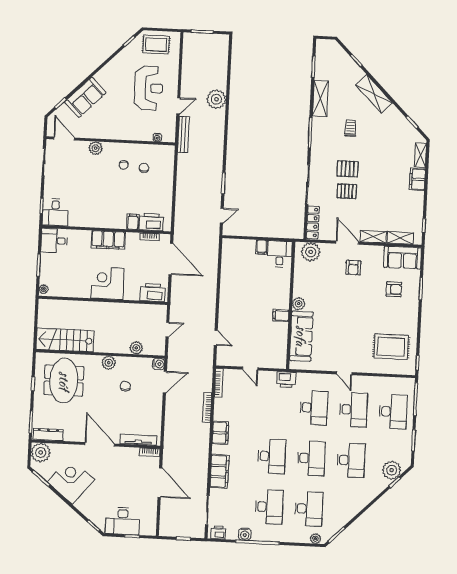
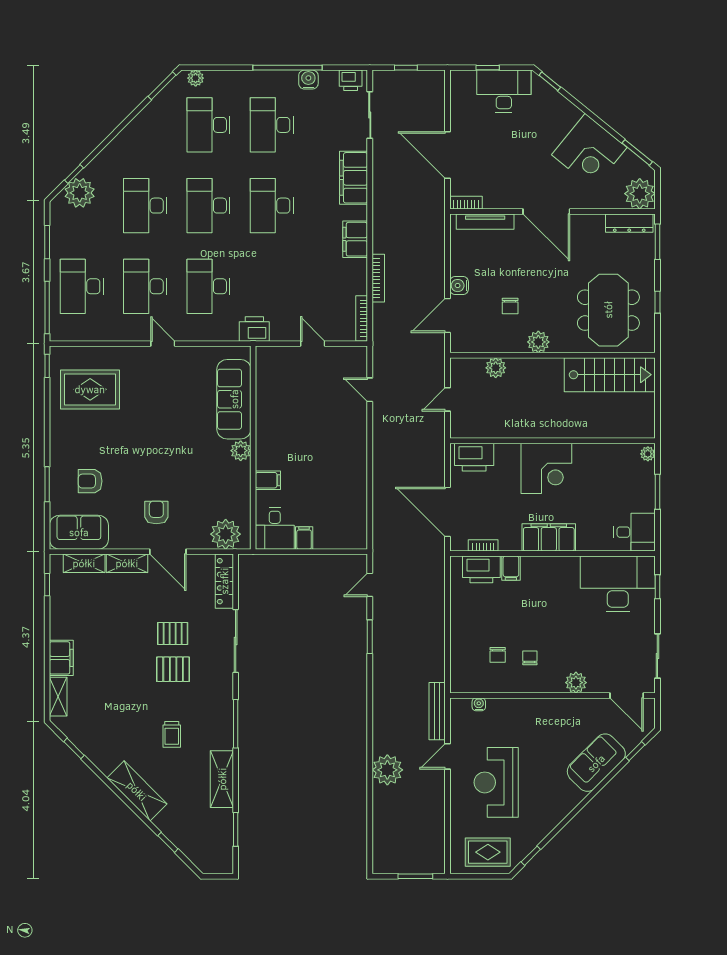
desk: (55, 212) -> (618, 584), width x1.87, depth x1.30
filing cabinet: (281, 316) -> (268, 480), moved
water cooler: (158, 364) -> (459, 286), moved

